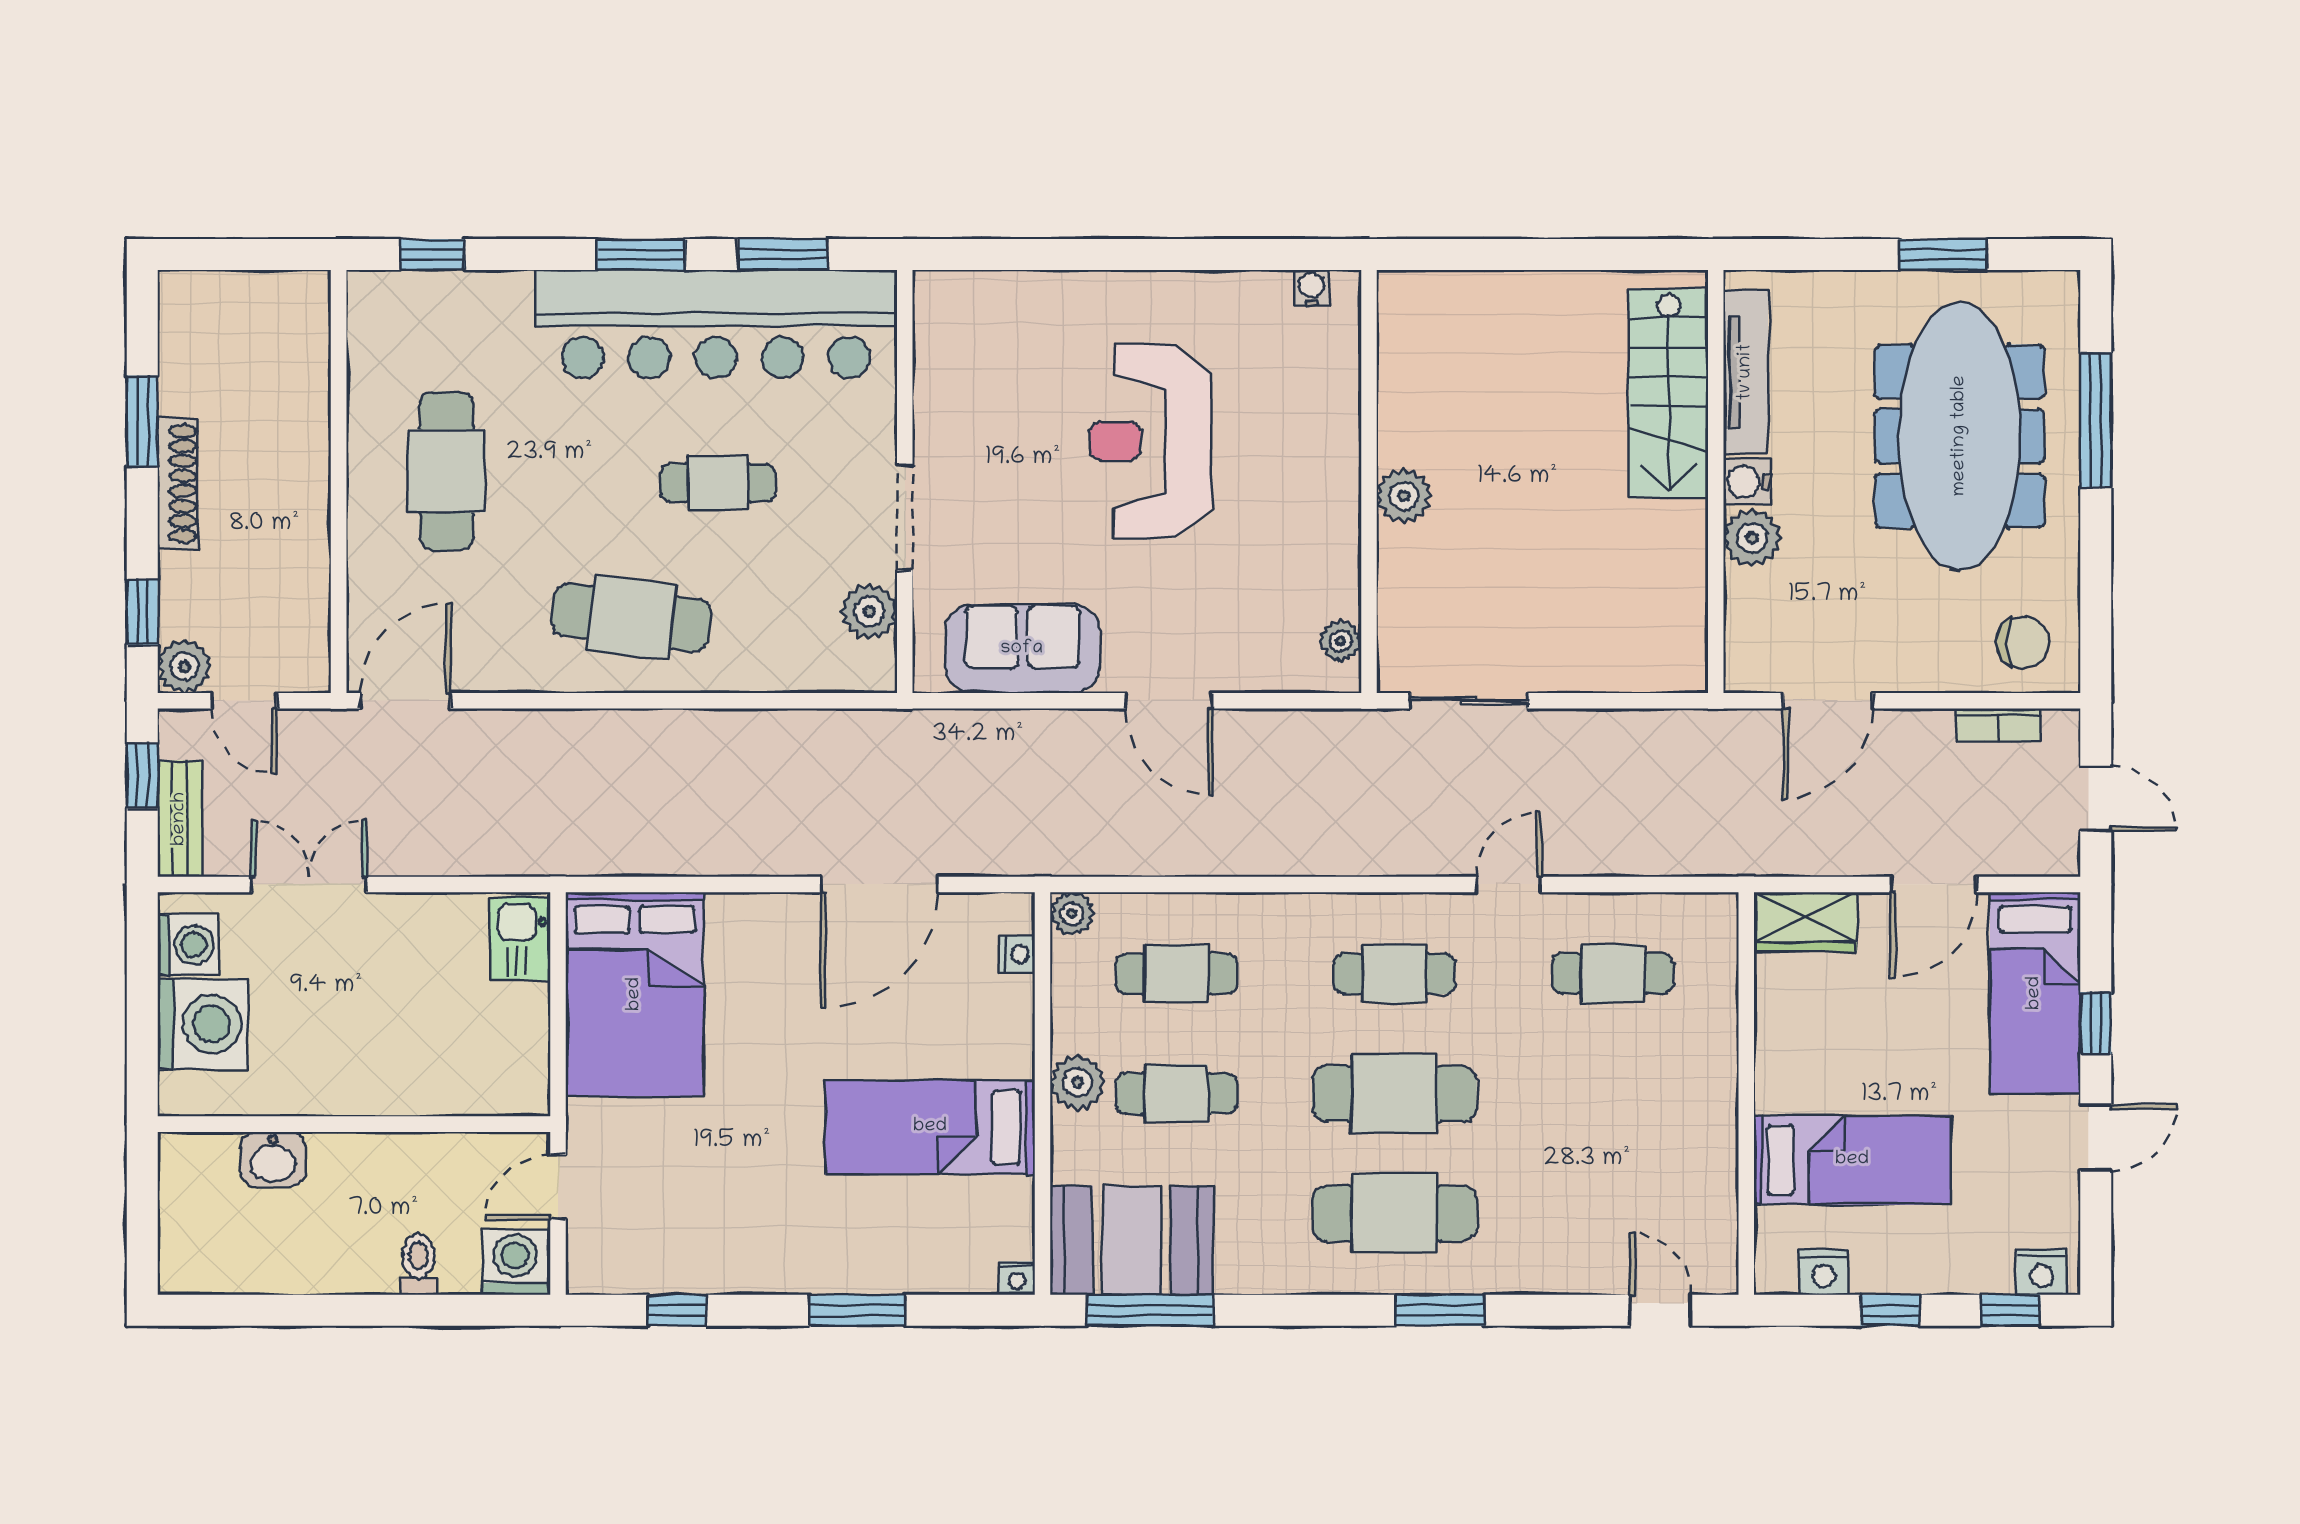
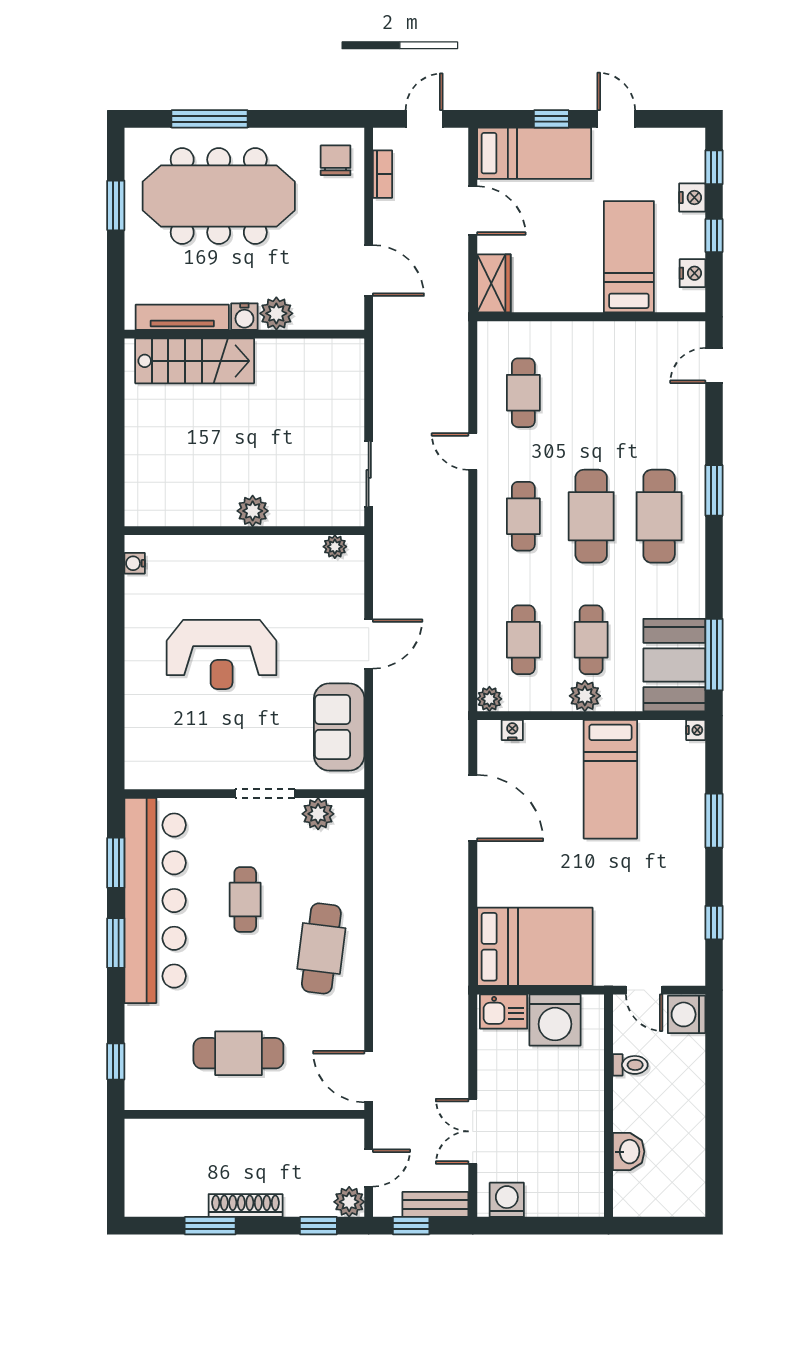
washing machine: (203, 1024) -> (555, 1020), moved, turned 180
toilet: (419, 1264) -> (630, 1065), moved, turned 180
nightstand: (2041, 1272) -> (692, 198), moved

